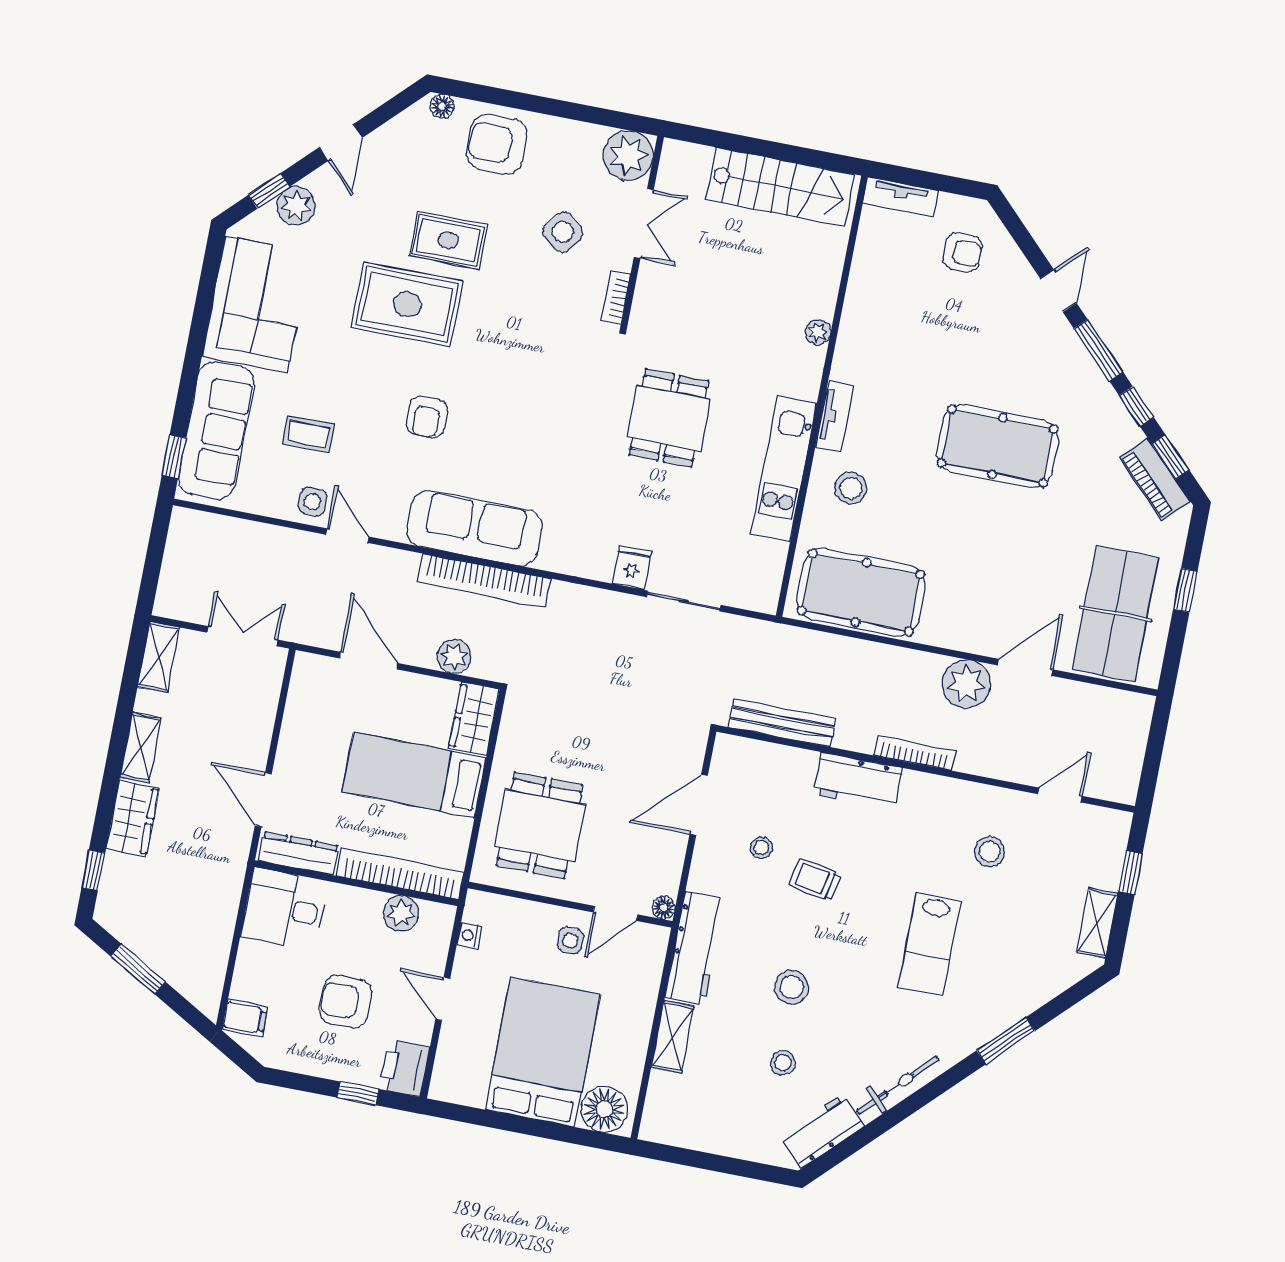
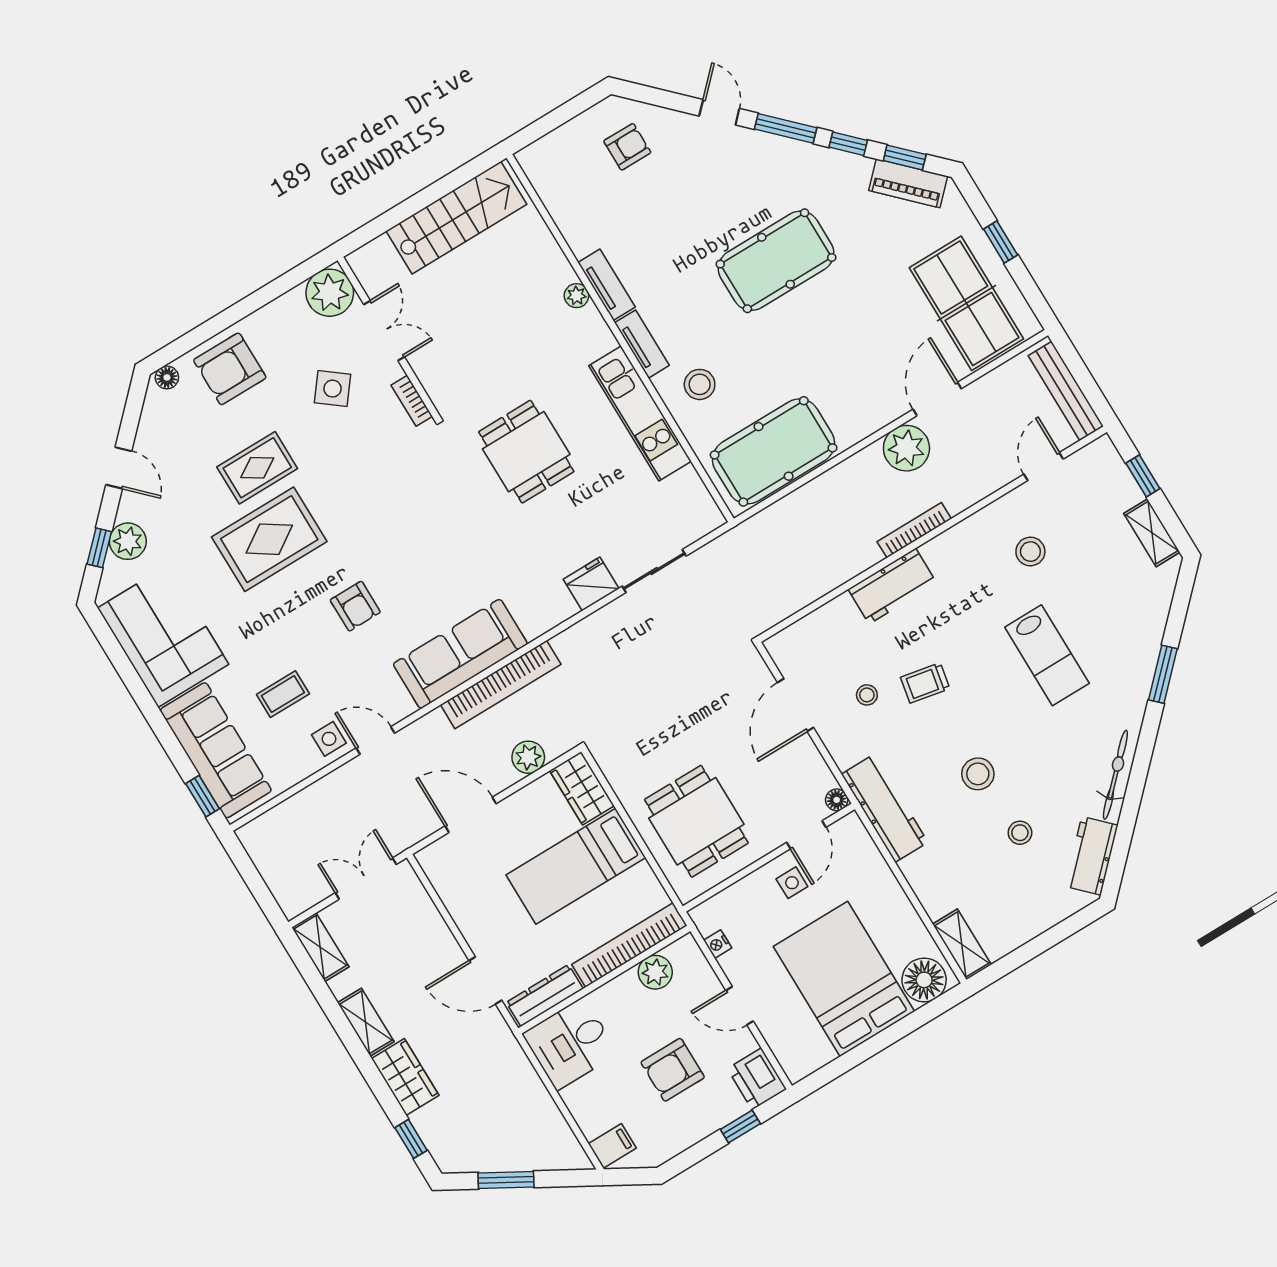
tv unit: (900, 197) -> (607, 285), moved, turned -90
fridge: (632, 568) -> (591, 584), width x1.38
bench: (782, 723) -> (1066, 391), moved, turned 90
shelving: (673, 1037) -> (962, 944), moved

